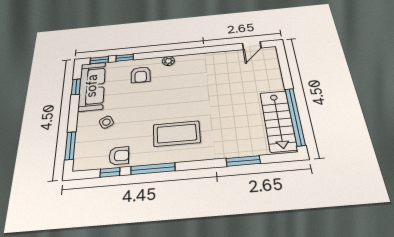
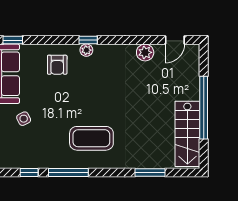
plant: (225, 57) -> (145, 52), added
window: (125, 58) -> (88, 40), moved
window: (295, 116) -> (204, 108), moved
armchair: (119, 156) -> (37, 156), removed

